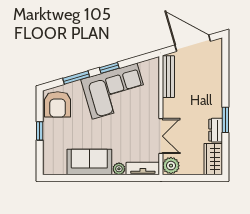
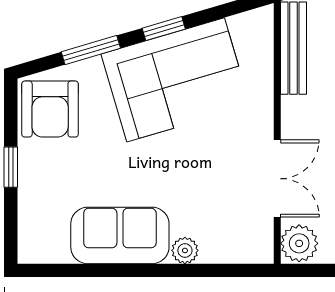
tv unit: (143, 169) -> (237, 250), removed

